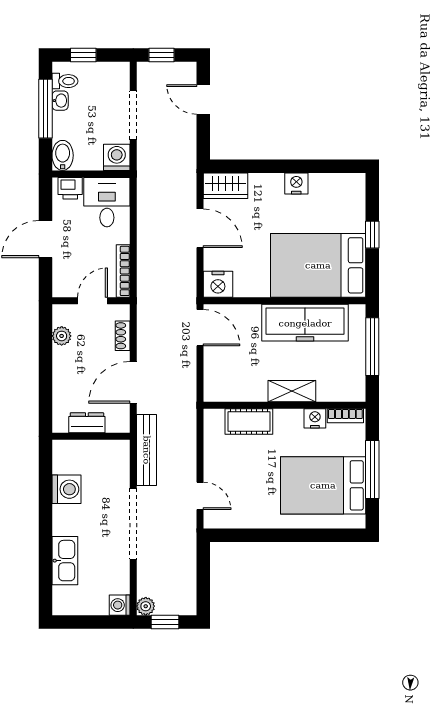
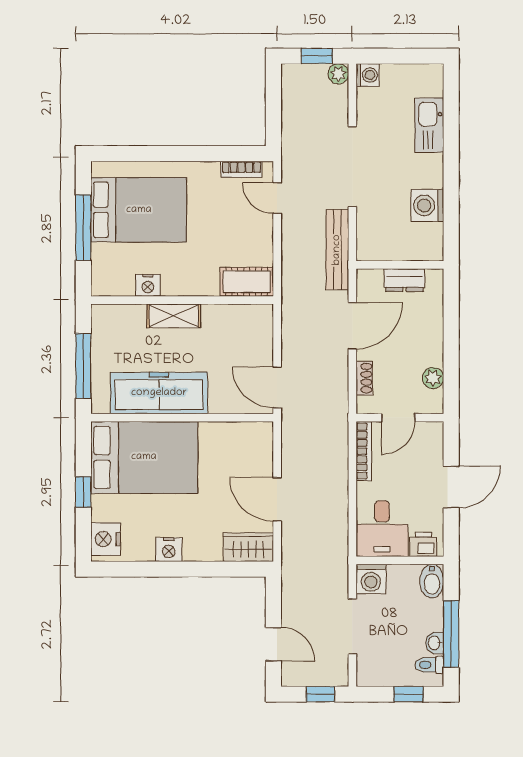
nightstand: (218, 284) -> (106, 539), moved, turned -90
bookcase: (345, 416) -> (241, 169), moved, turned 180
cot: (249, 421) -> (247, 282), moved

